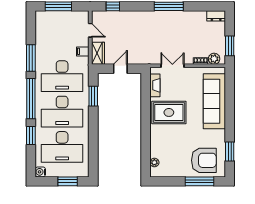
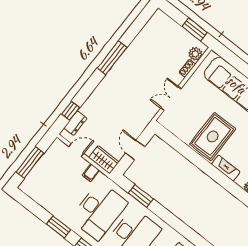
dresser: (216, 16) -> (75, 123), moved
window: (31, 58) -> (59, 227), width x0.69
fireplace: (155, 85) -> (226, 168), moved

